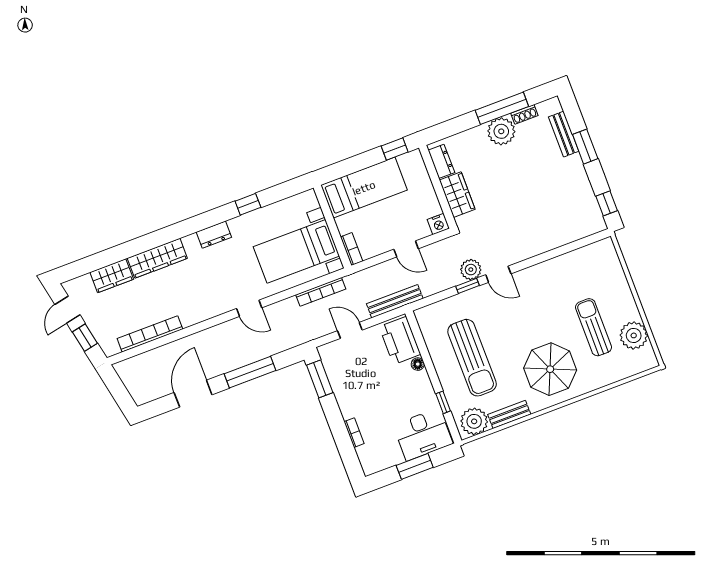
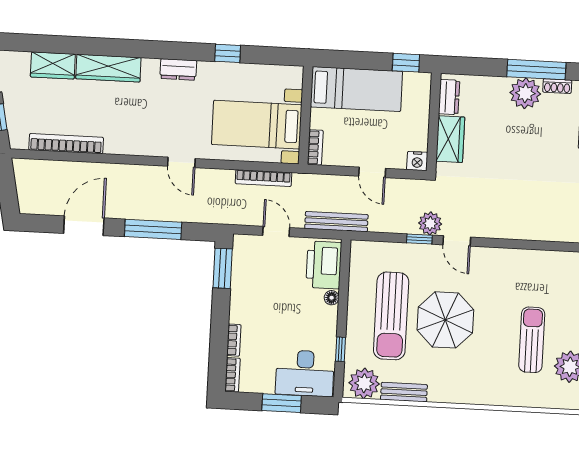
parasol: (550, 369) -> (445, 320), moved
bookcase: (365, 461) -> (232, 375), added

